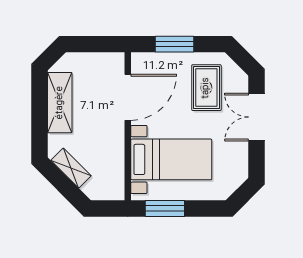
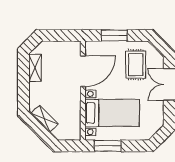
shelving: (60, 103) -> (35, 68), width x0.67, depth x0.75

